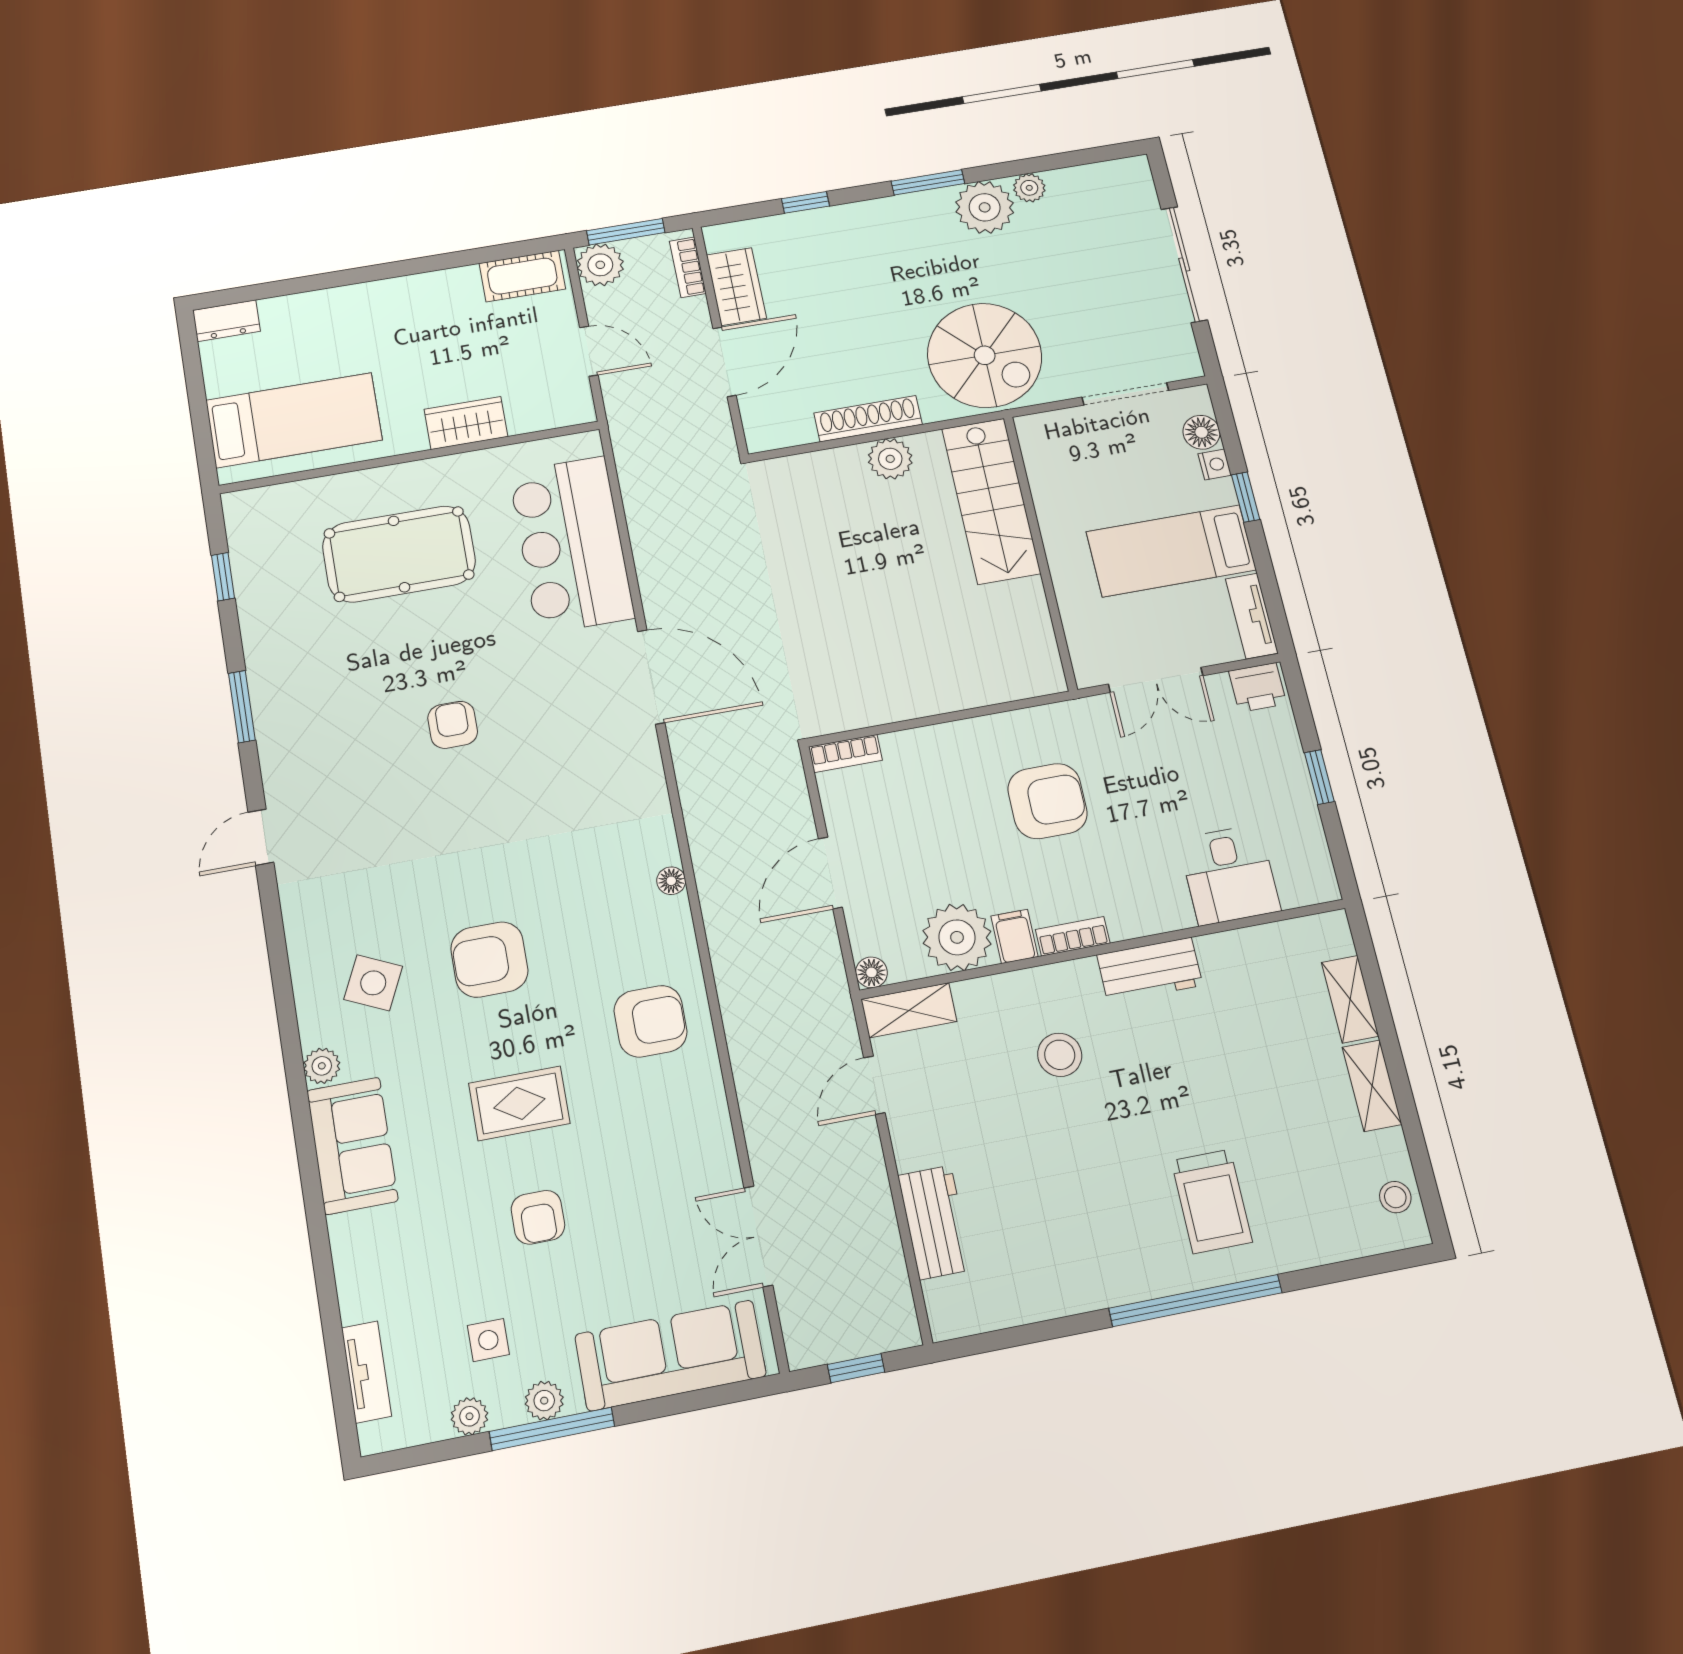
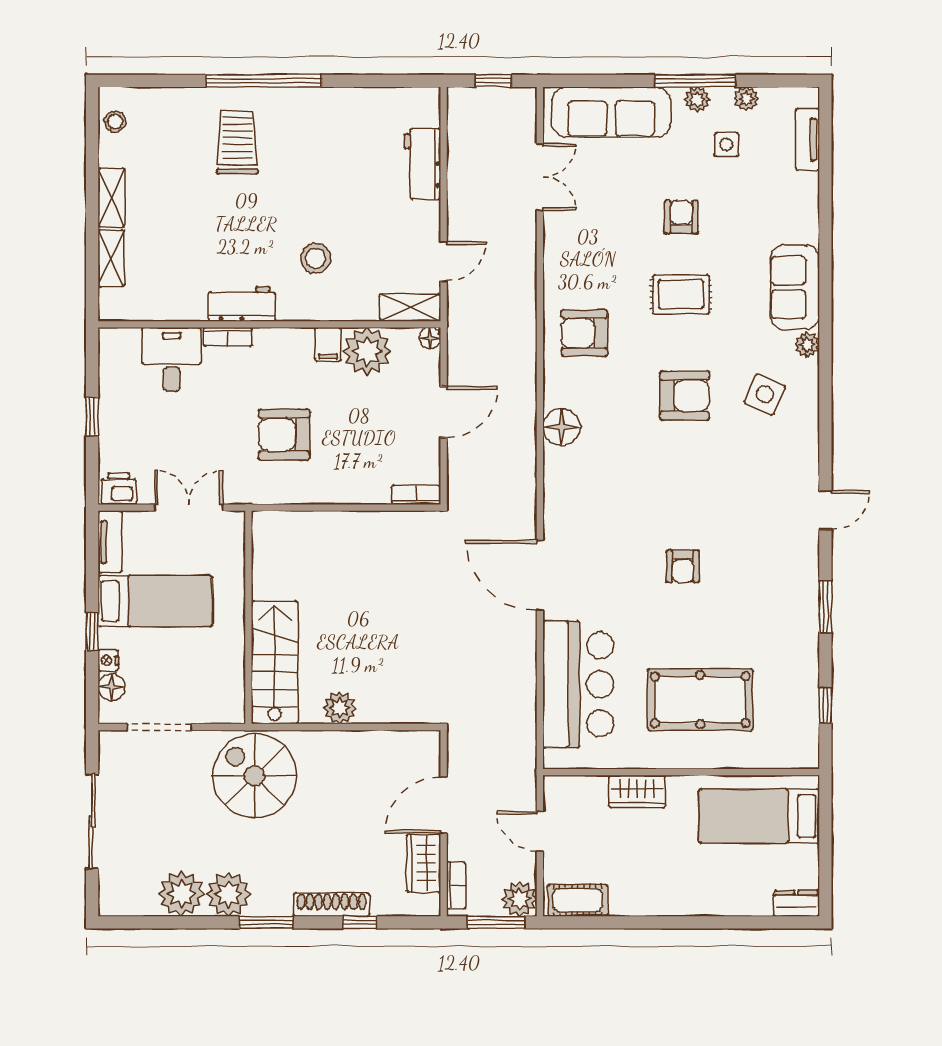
plant: (1029, 188) -> (181, 894), width x1.88, depth x1.88
shoe rack: (868, 419) -> (332, 905), moved, turned 180
floor lamp: (671, 881) -> (562, 427), width x1.89, depth x1.89
bookcase: (1073, 936) -> (228, 337), moved

